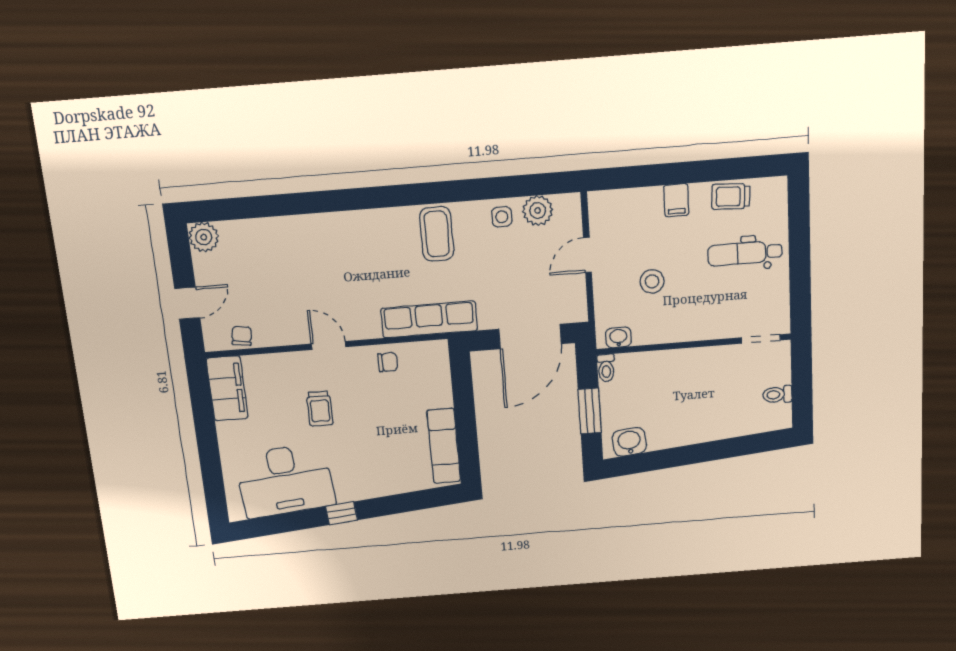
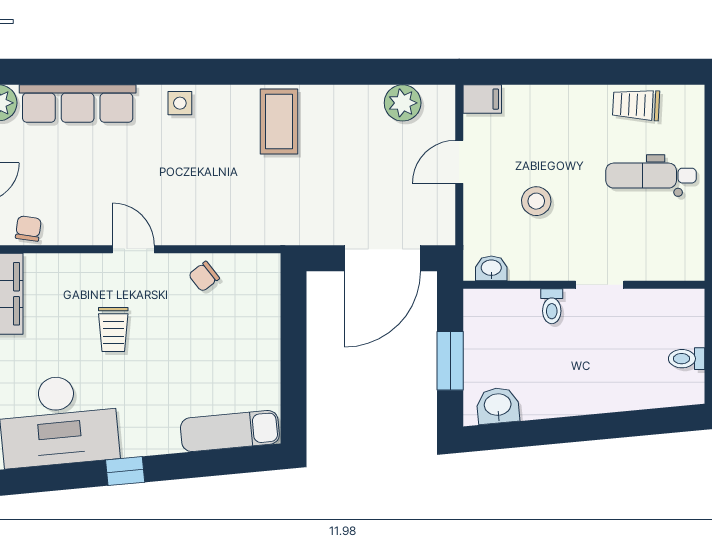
filing cabinet: (676, 200) -> (482, 99), moved, turned -90
side table: (502, 217) -> (180, 103), moved
row of seats: (429, 319) -> (78, 104), moved, turned 180
doorway: (761, 339) -> (600, 285), moved
chair: (388, 362) -> (204, 277), turned 142
toilet: (606, 368) -> (552, 306), moved
exam couch: (444, 446) -> (230, 431), moved, turned 85

